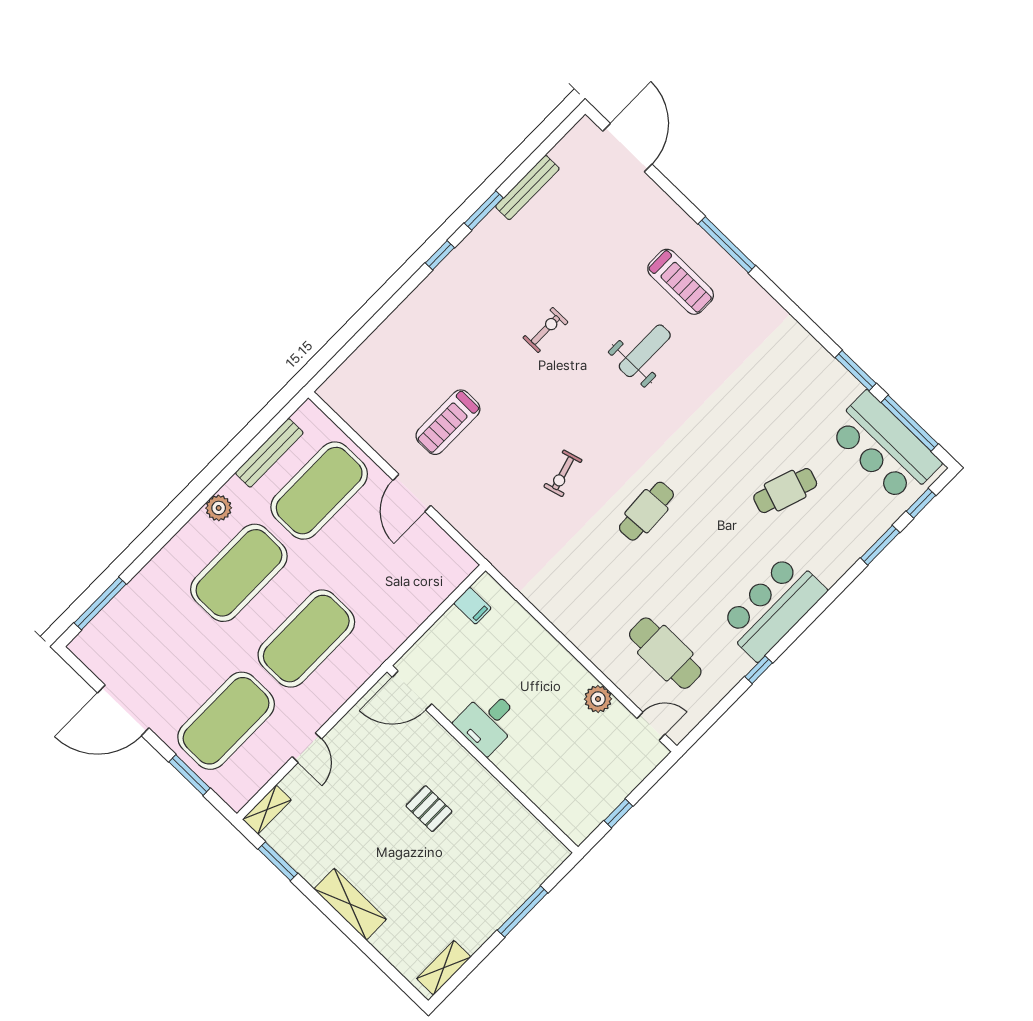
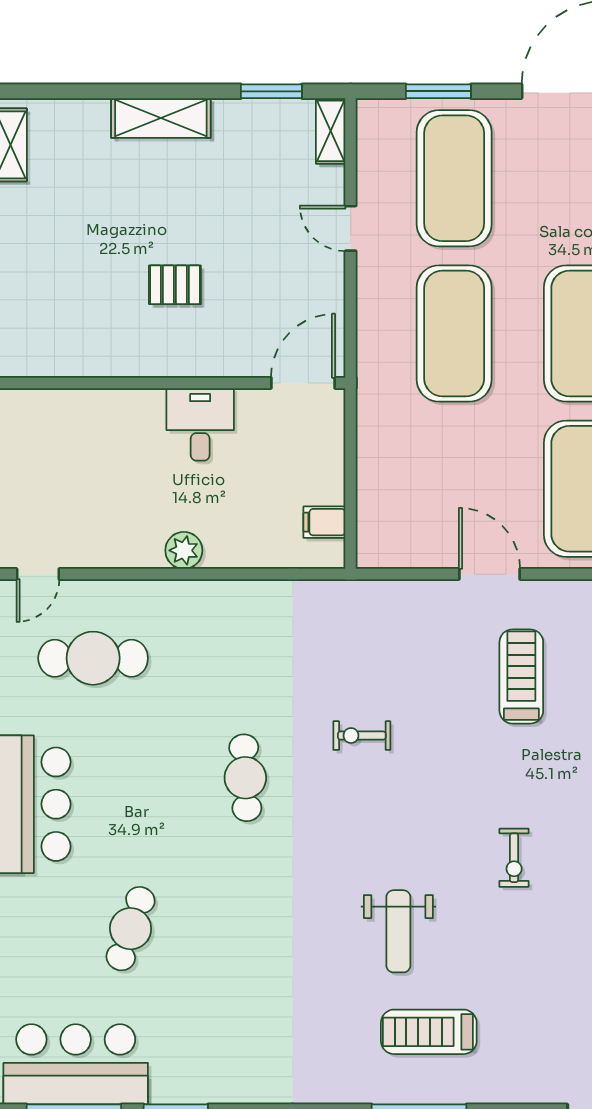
exercise bike: (563, 473) -> (362, 736), turned -74
plant: (598, 699) -> (184, 550), moved

